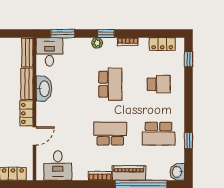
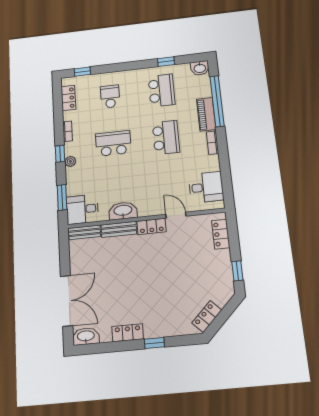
school desk: (110, 134) -> (166, 137), turned 180

